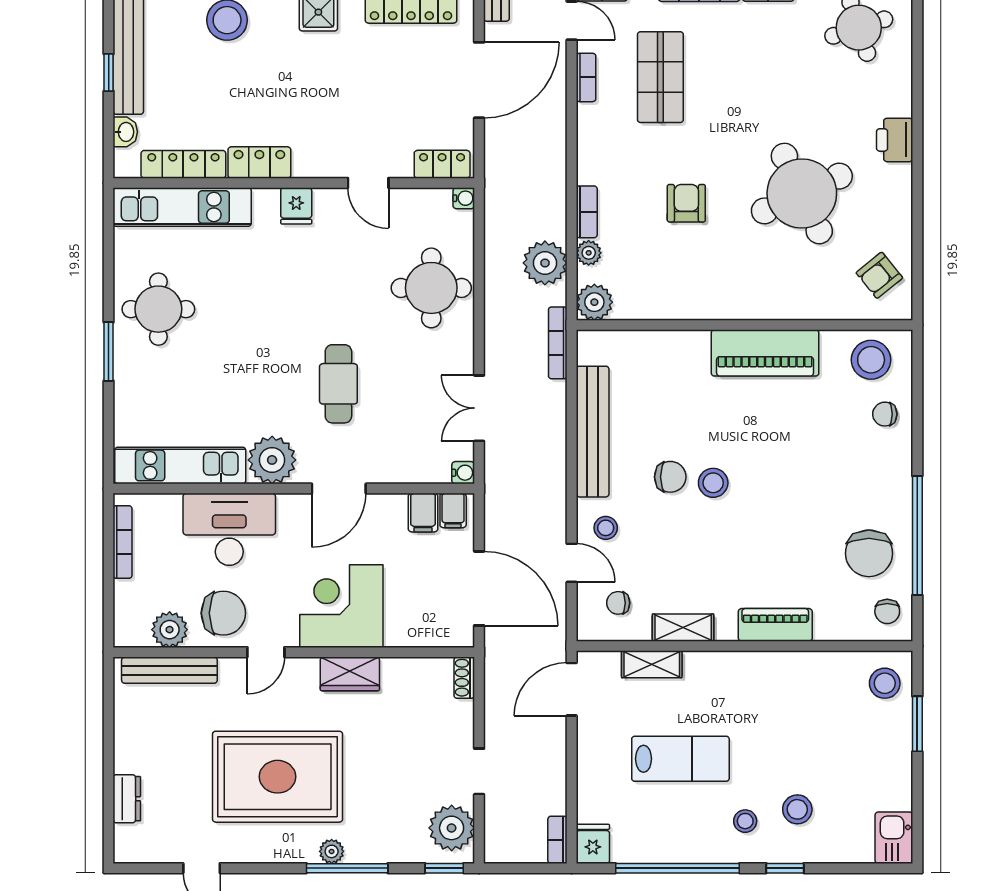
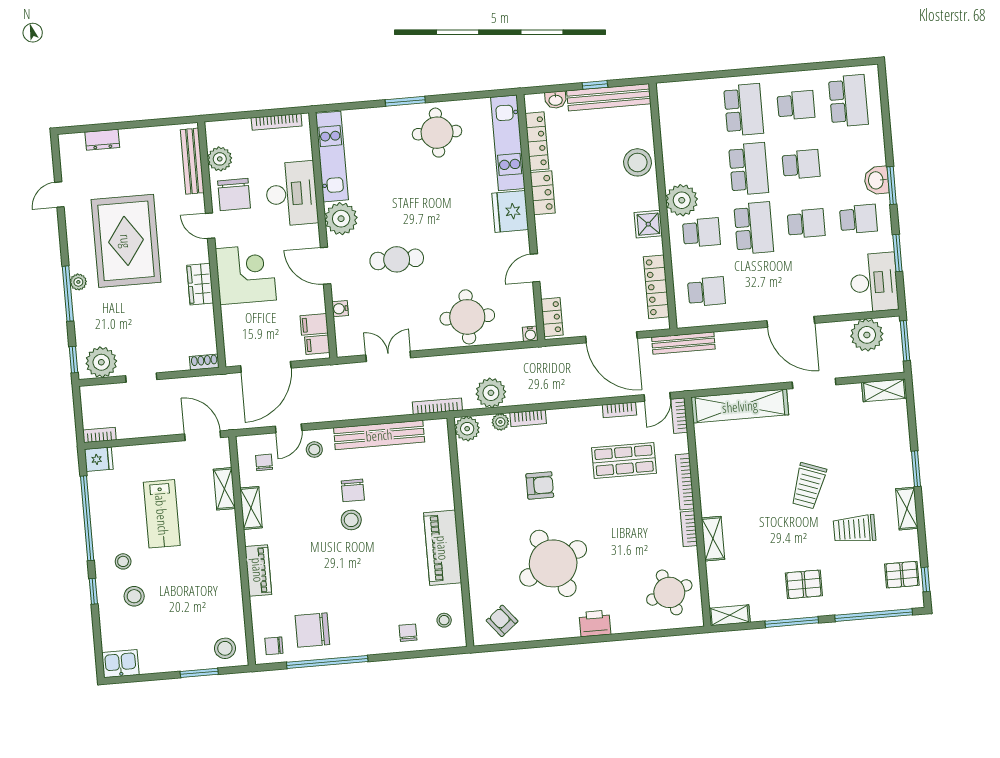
fridge: (296, 206) -> (510, 211), width x1.88, depth x1.34
stool: (871, 360) -> (444, 620), width x0.53, depth x0.53
water cooler: (463, 473) -> (340, 309), moved, turned 90

